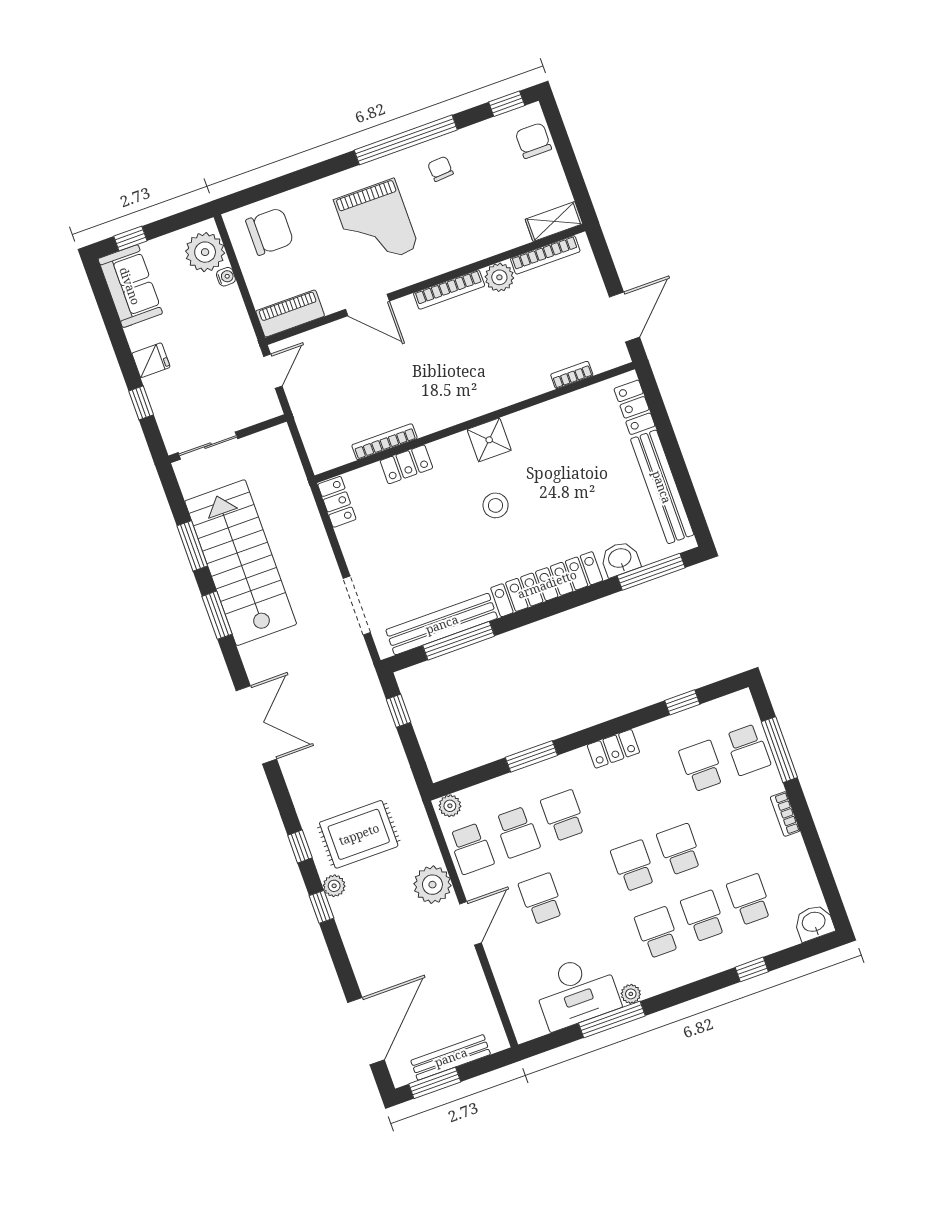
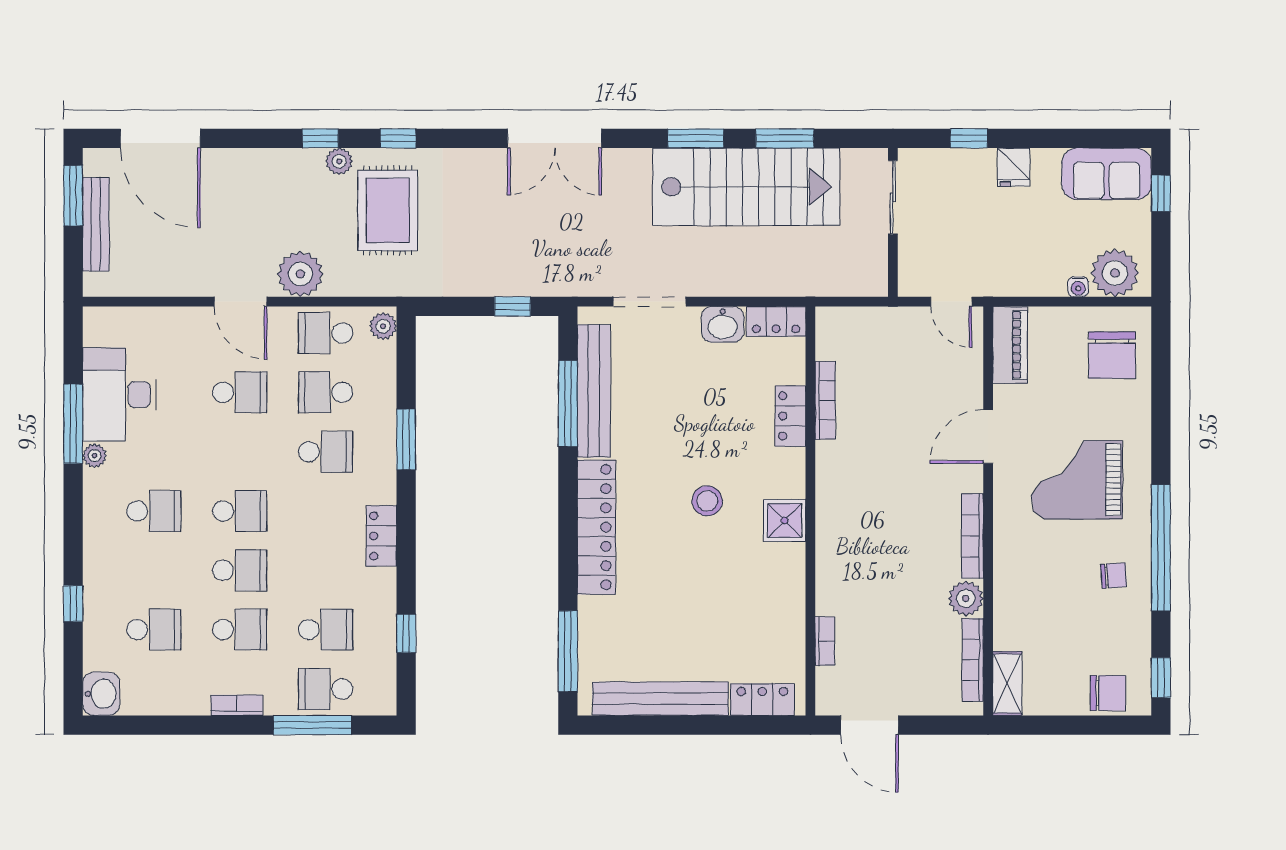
washbasin: (620, 559) -> (723, 324), moved, turned 90
school desk: (703, 916) -> (240, 630), moved

